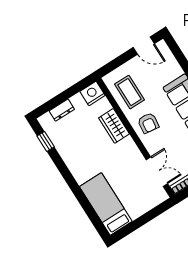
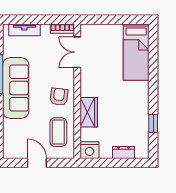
door: (144, 46) -> (37, 163), moved
window: (46, 141) -> (153, 123), moved

